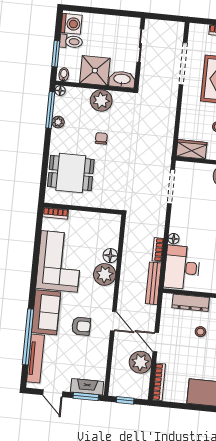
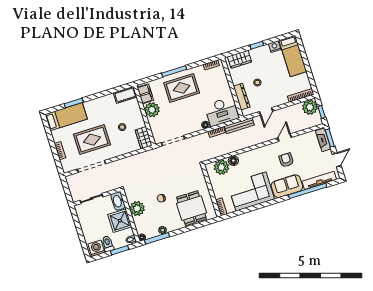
plant: (105, 274) -> (221, 167), moved
door: (113, 321) -> (284, 138), moved
door: (156, 342) -> (266, 111), moved
plant: (140, 362) -> (310, 107), moved

